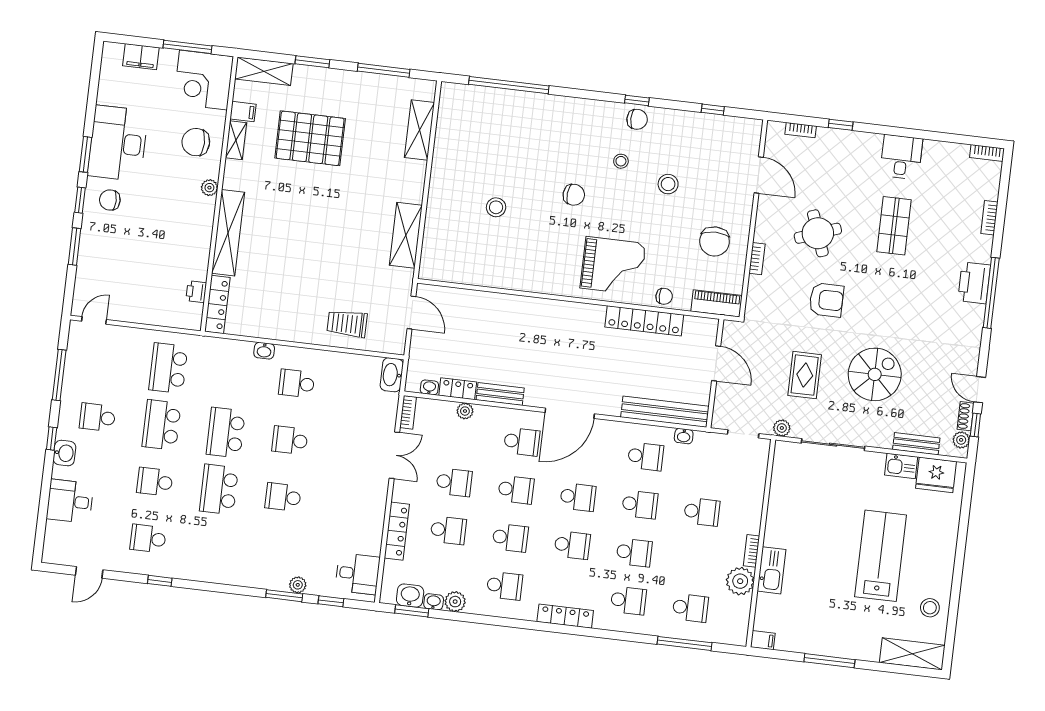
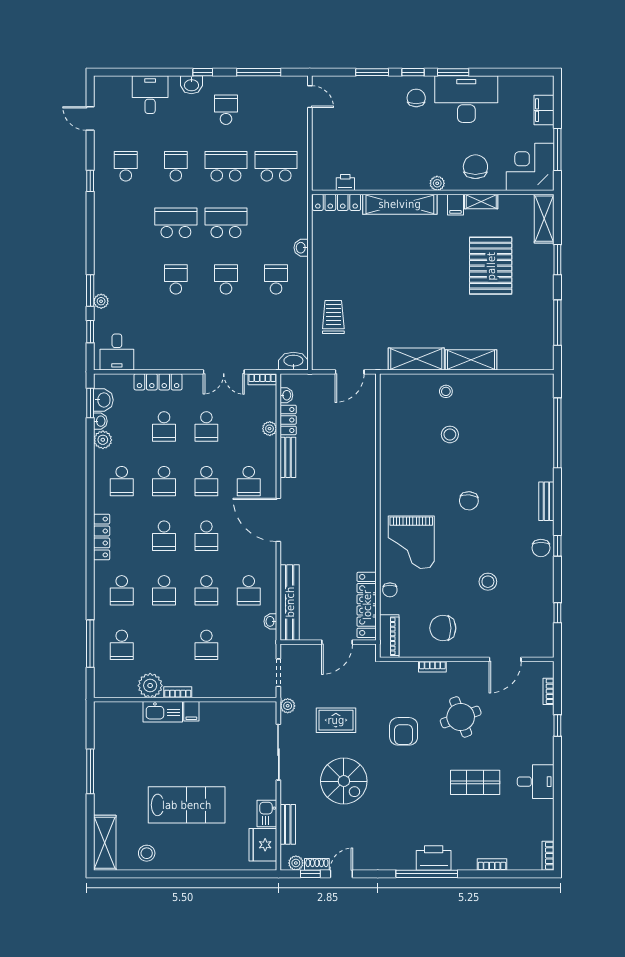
bench: (585, 107) -> (546, 501), added
filing cabinet: (243, 112) -> (455, 205), moved
shelving: (419, 130) -> (471, 360), moved
stool: (621, 161) -> (446, 391), moved
locker: (644, 321) -> (367, 605), moved
filing cabinet: (763, 640) -> (191, 711), moved

